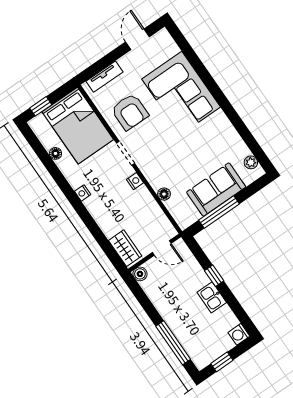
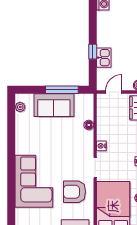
armchair: (130, 112) -> (75, 192), turned -90
door: (162, 248) -> (114, 92), hinge flipped
kitchen sink: (212, 297) -> (104, 58), moved

